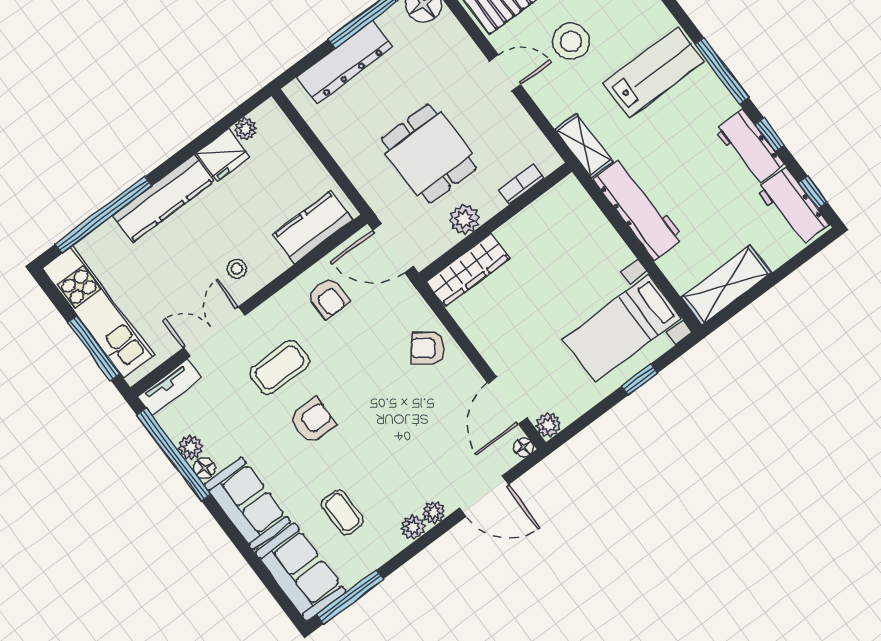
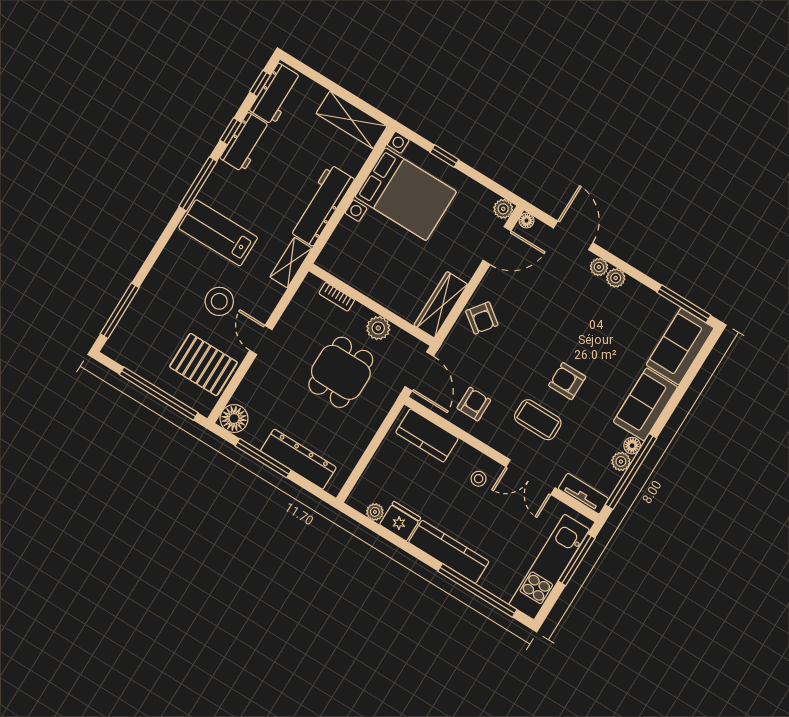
wardrobe: (468, 270) -> (441, 305), moved, turned -90
bed with nightstands: (622, 328) -> (406, 194), width x1.36
coffee table: (342, 512) -> (625, 333), removed

